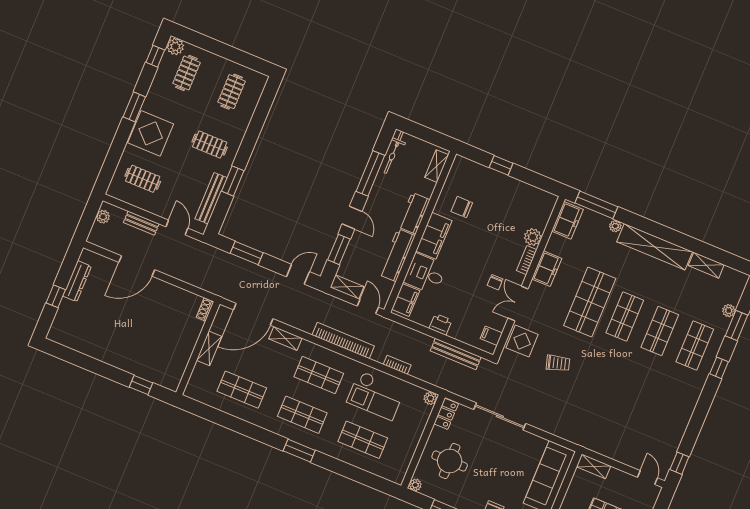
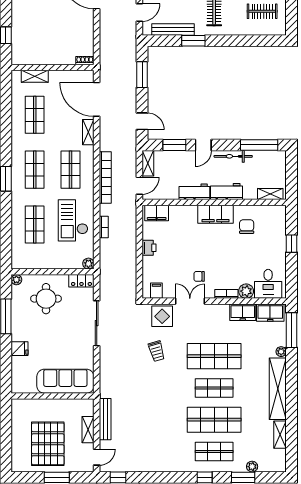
bicycle: (394, 152) -> (233, 156), moved
window: (370, 173) -> (259, 145), moved
workbench: (397, 255) -> (194, 192), width x0.73
freezer: (547, 269) -> (243, 312), moved
desk: (425, 274) -> (268, 284), moved, turned 180
shop shelf: (660, 331) -> (214, 420), width x1.43, depth x1.36
shelving: (209, 348) -> (35, 76), moved
bench: (456, 354) -> (105, 419), moved
shelving: (594, 466) -> (88, 430), moved

